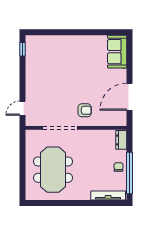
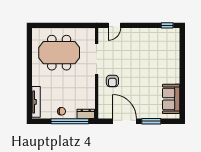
sofa: (117, 52) -> (171, 99), moved, turned -90
window: (130, 67) -> (151, 121), added
door: (23, 108) -> (114, 25), swing flipped
window: (130, 173) -> (70, 121), moved

